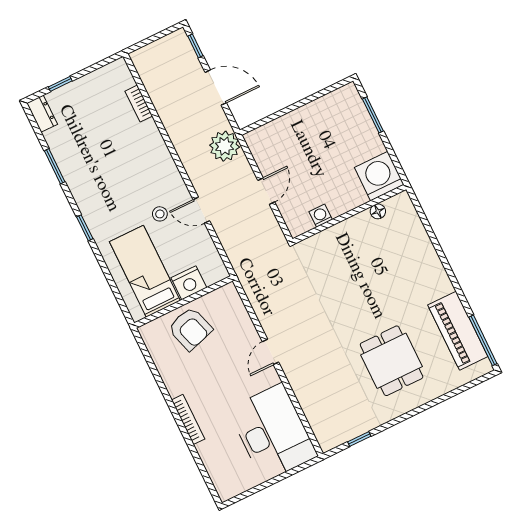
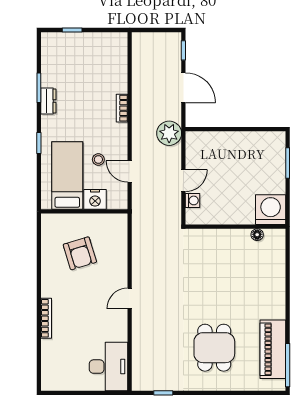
bookcase: (139, 104) -> (122, 108), moved
dresser: (42, 114) -> (48, 101), moved
washing machine: (321, 216) -> (193, 200), moved, turned 90
bed: (145, 271) -> (67, 176), moved
nightstand: (189, 283) -> (95, 199), moved
wall: (183, 302) -> (84, 211), moved
desk: (273, 433) -> (109, 367), width x0.73, depth x0.77

